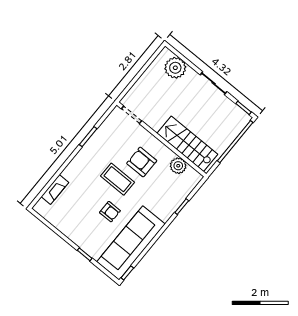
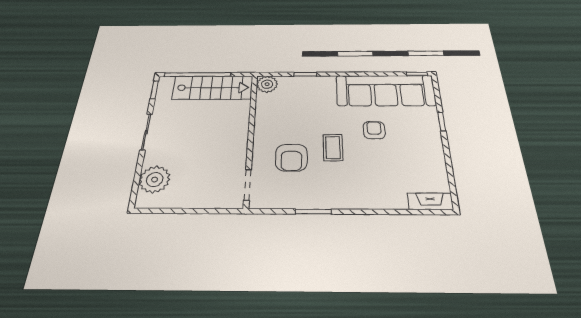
stairs: (187, 144) -> (213, 88), moved, turned -90
armchair: (142, 162) -> (291, 158), moved
plant: (178, 166) -> (267, 84), moved
coffee table: (118, 179) -> (333, 148), width x0.73, depth x0.77
fireplace: (55, 189) -> (430, 201), moved

